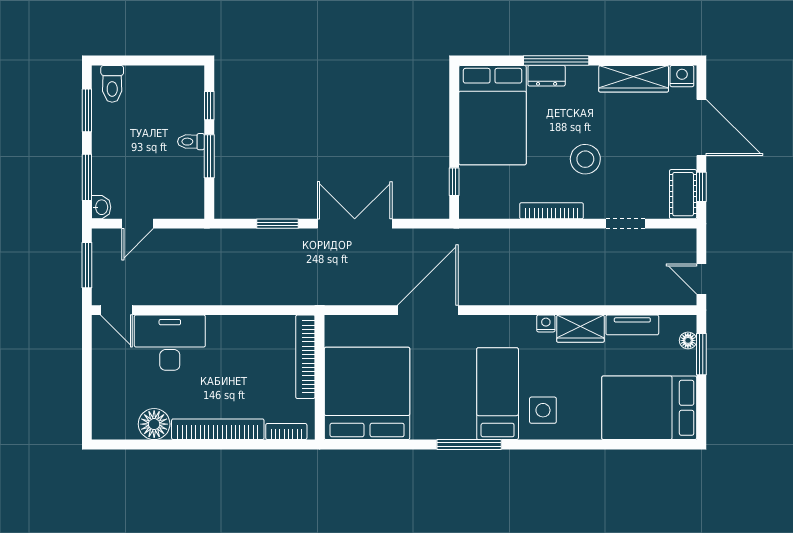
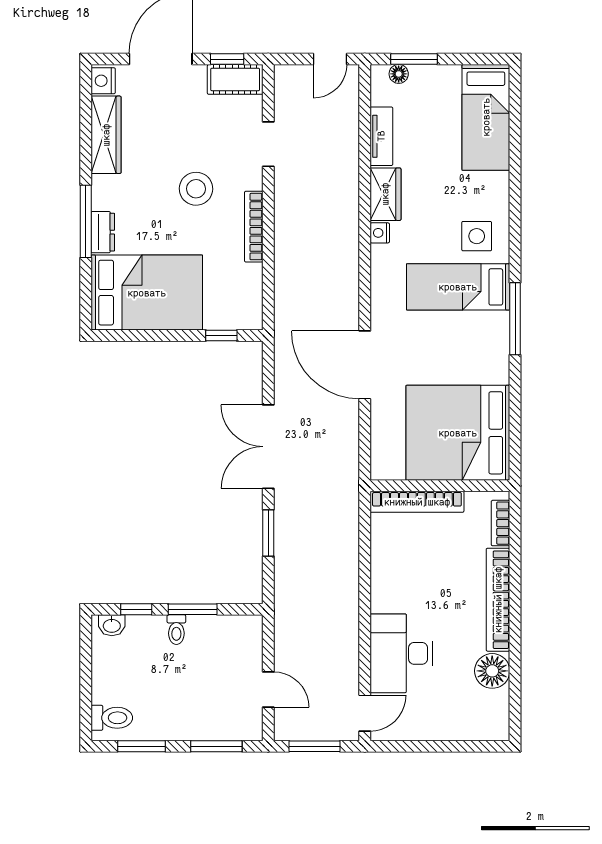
washbasin: (101, 207) -> (112, 625), moved, turned 180
bed: (649, 408) -> (486, 117), width x0.67

